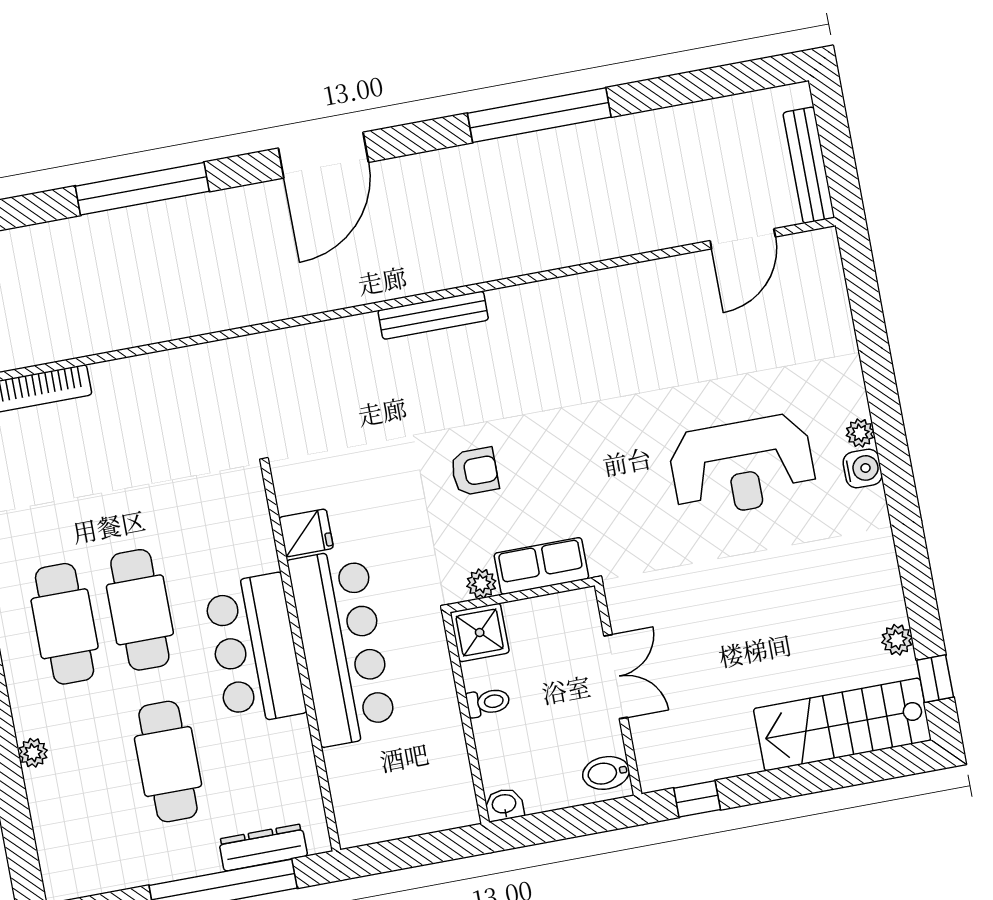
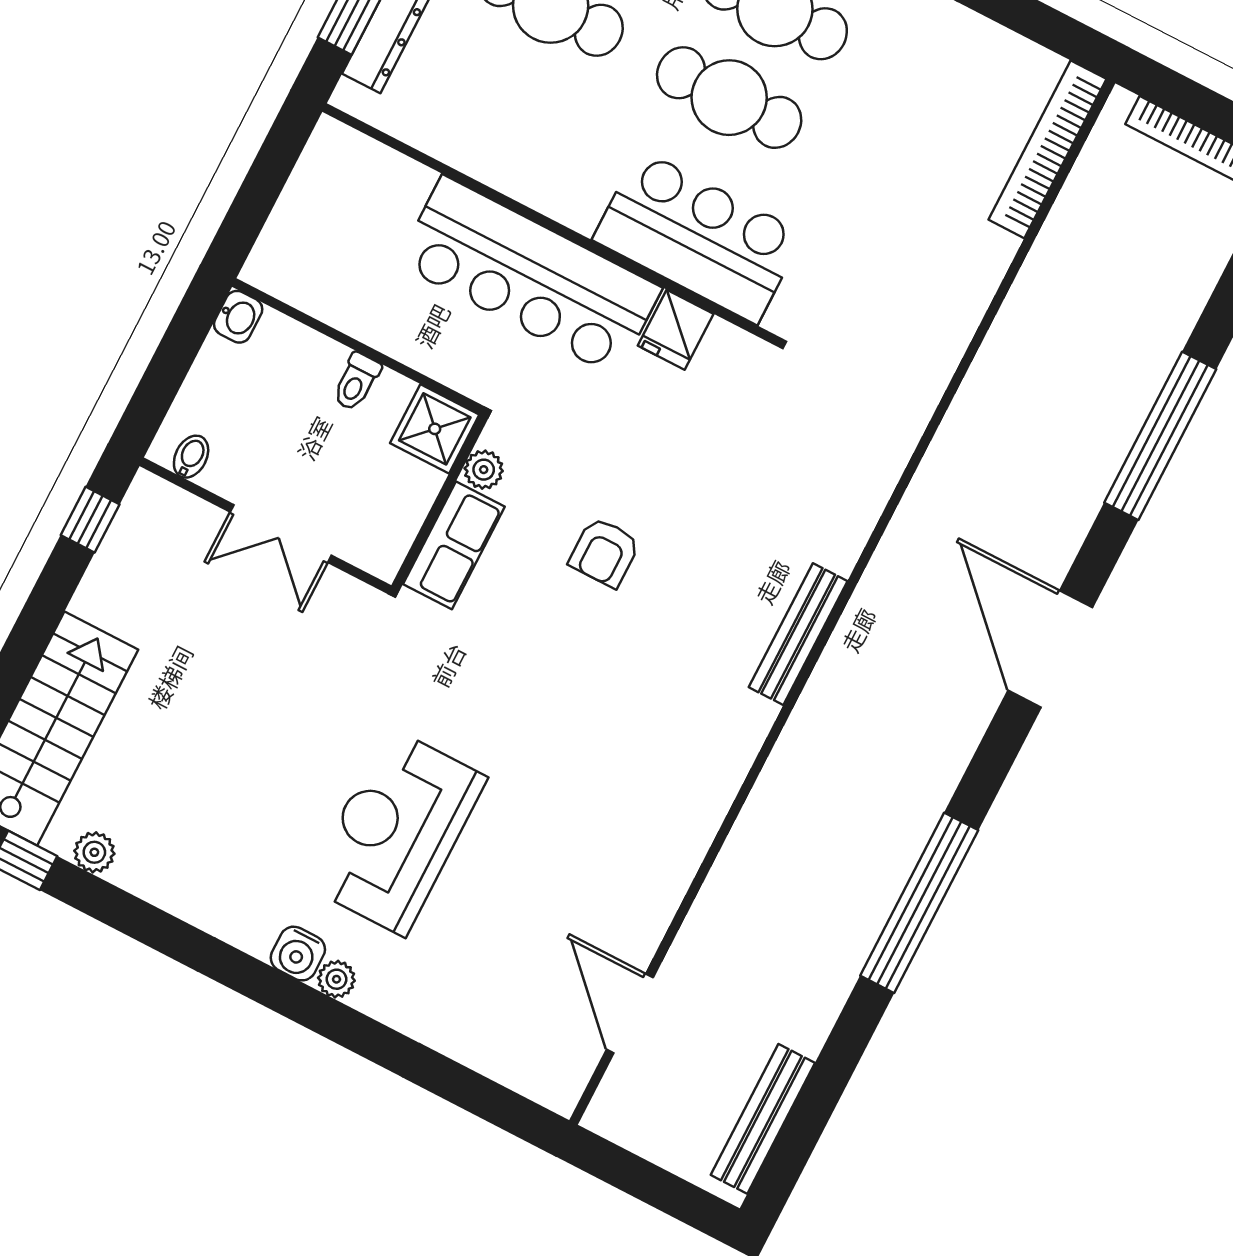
bench: (809, 165) -> (763, 1119), moved, turned 90
bar counter: (255, 649) -> (698, 237), moved
bidet: (606, 773) -> (191, 457), width x0.72, depth x0.74

